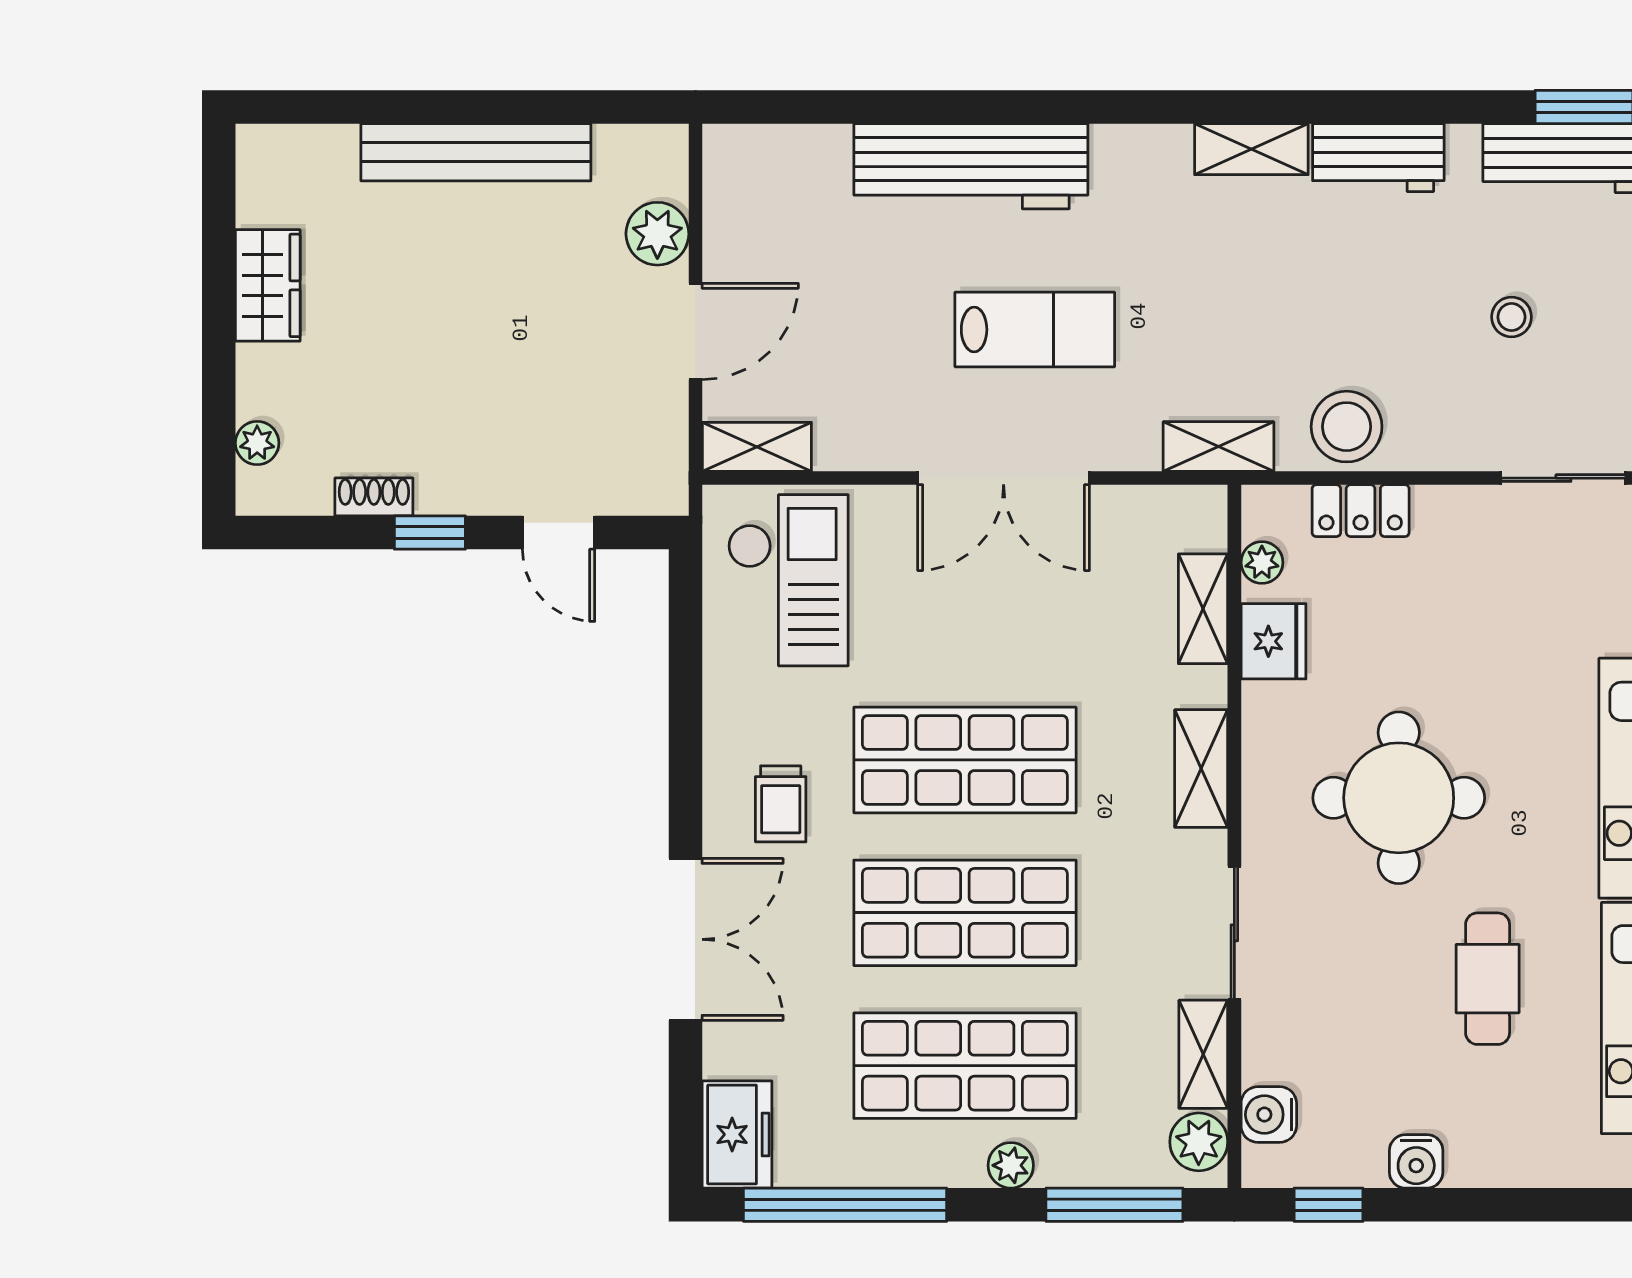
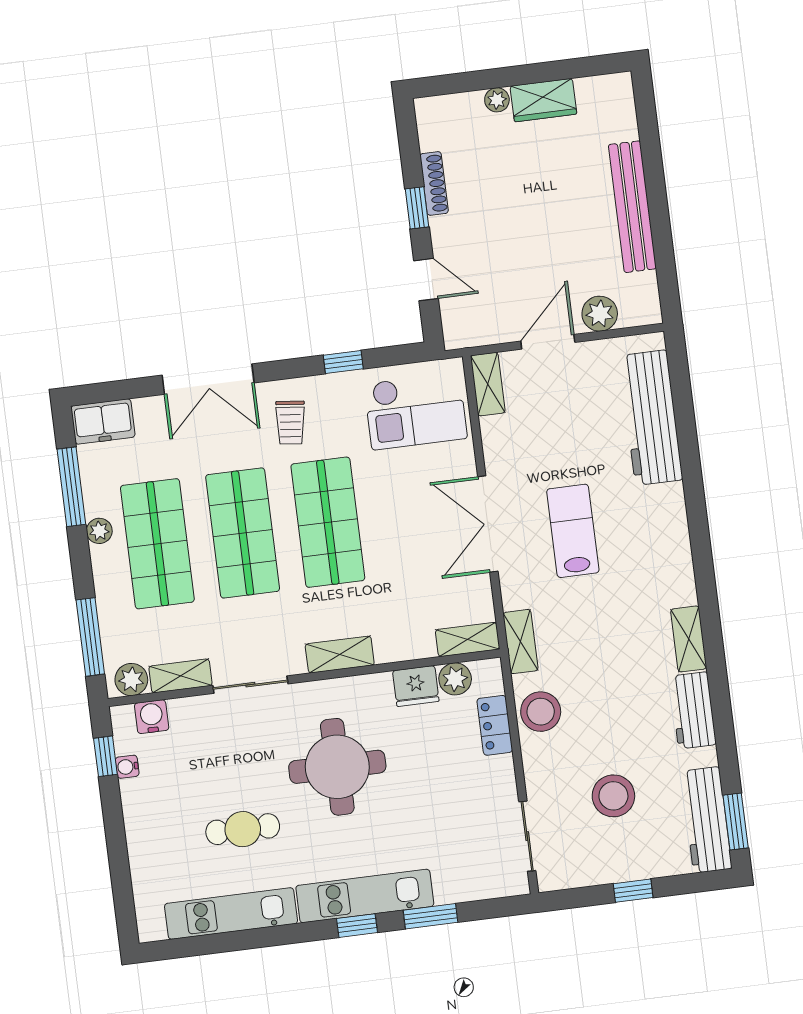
workbench: (971, 166) -> (651, 418), moved
stool: (1512, 317) -> (613, 796), width x1.89, depth x1.89
lab bench: (1035, 330) -> (573, 531), turned 180
door: (695, 331) -> (548, 342), swing flipped
plant: (257, 443) -> (497, 100), moved
shoe rack: (374, 497) -> (434, 183), width x1.43
door: (558, 533) -> (426, 280), swing flipped
plant: (1262, 562) -> (455, 679), width x1.38, depth x1.38
shelving: (1203, 609) -> (468, 639), moved
window: (685, 697) -> (343, 362), added
trolley: (781, 804) -> (290, 423), turned -84
water cooler: (1416, 1161) -> (127, 767), moved, width x0.72, depth x0.72
plant: (1011, 1165) -> (99, 531), moved
window: (845, 1205) -> (71, 487), width x0.68

